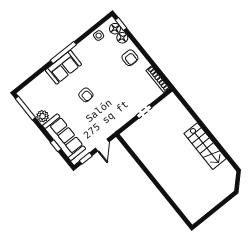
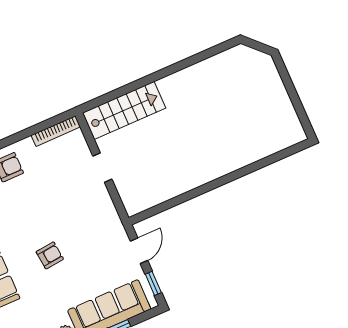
door: (102, 145) -> (139, 251), hinge flipped
stairs: (205, 146) -> (124, 110), moved

